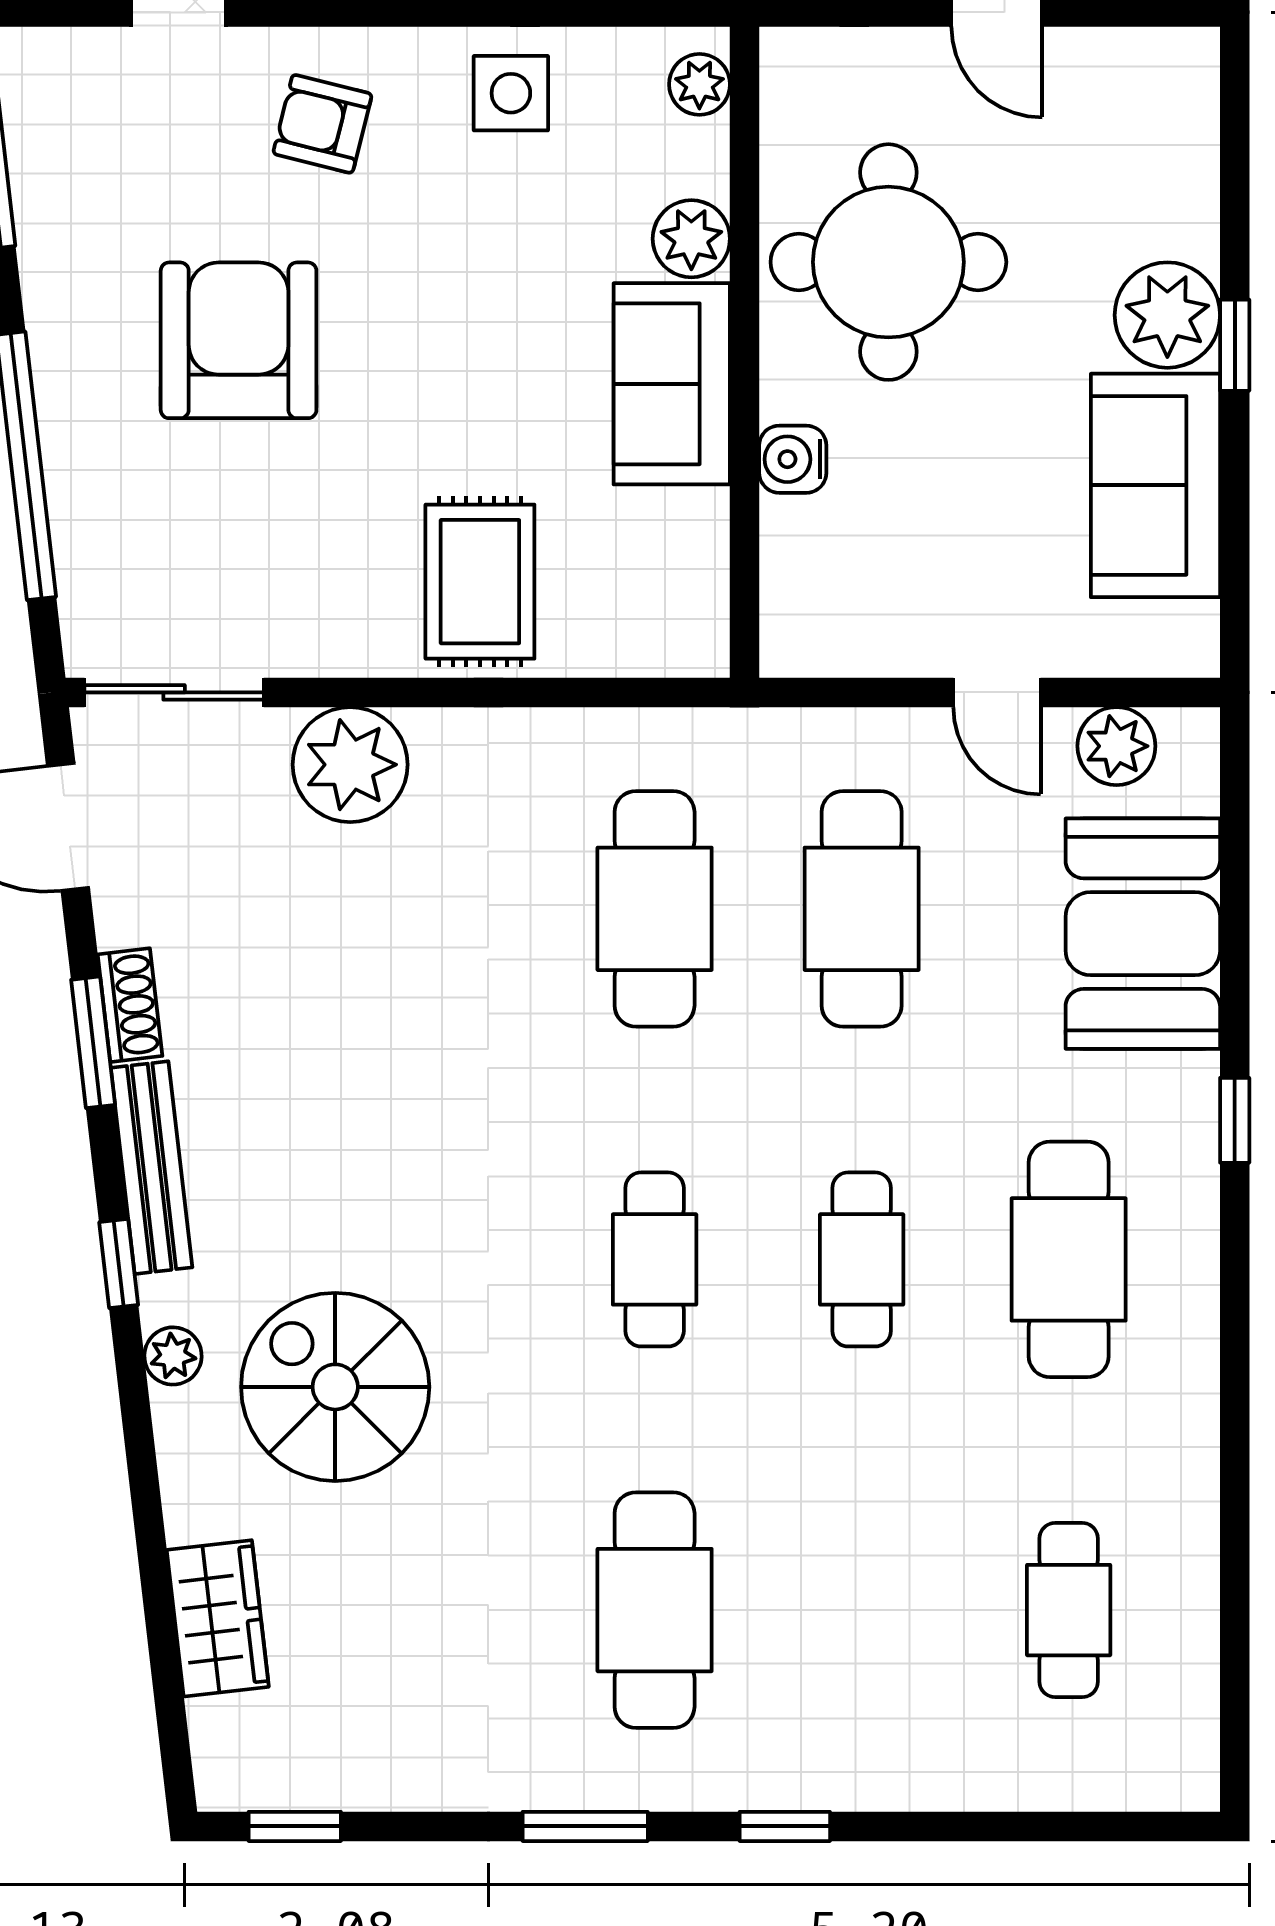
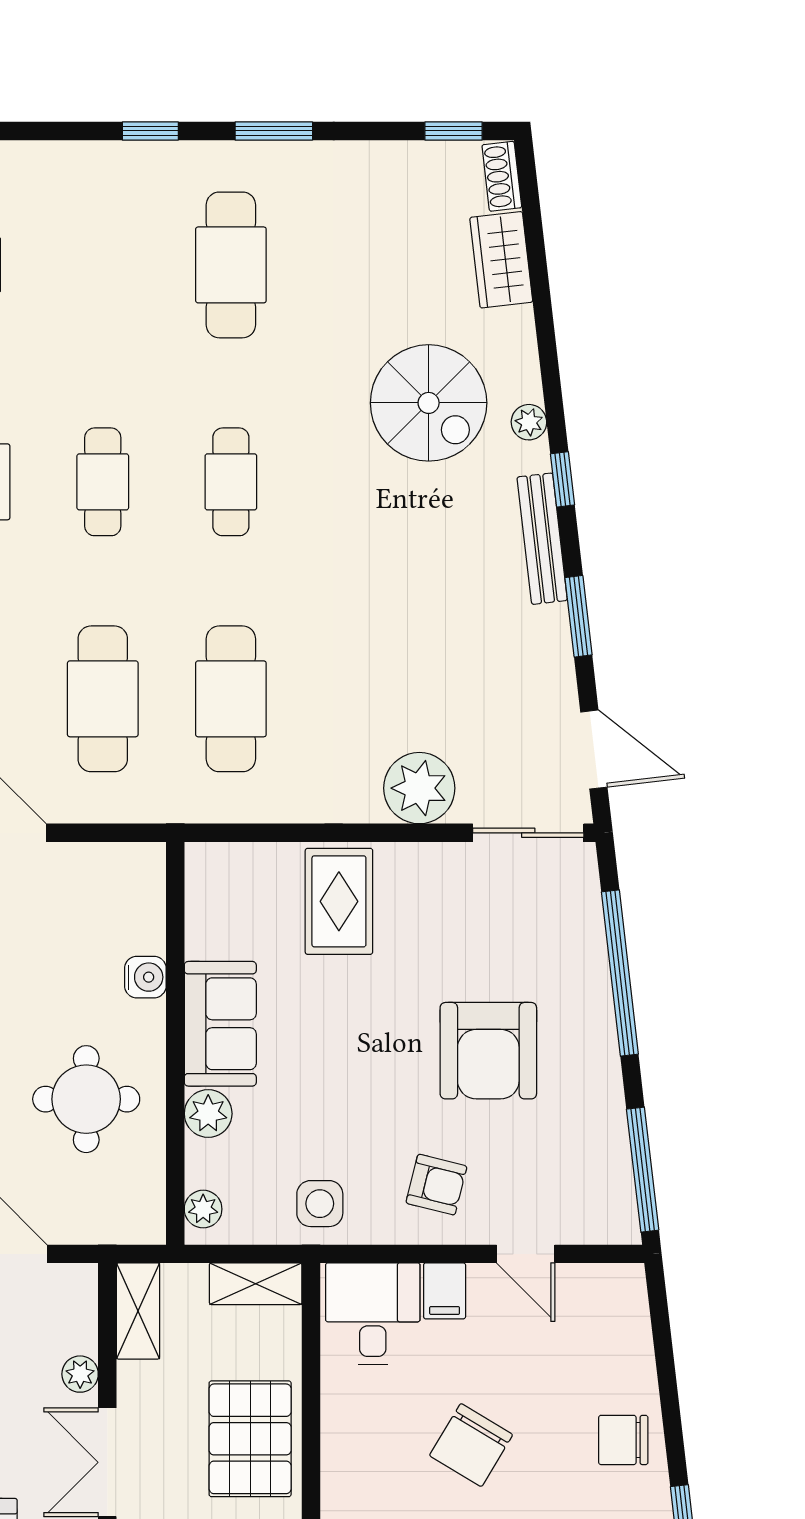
round table: (888, 262) -> (86, 1099), width x0.73, depth x0.73
shoe rack: (130, 1005) -> (502, 176), moved

